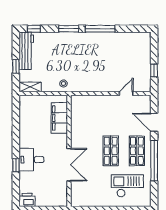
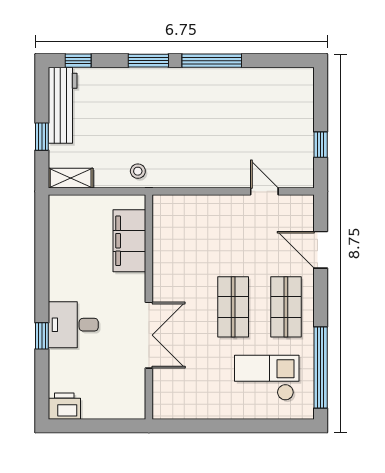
door: (126, 94) -> (264, 191), hinge flipped
window: (154, 161) -> (321, 368), moved

